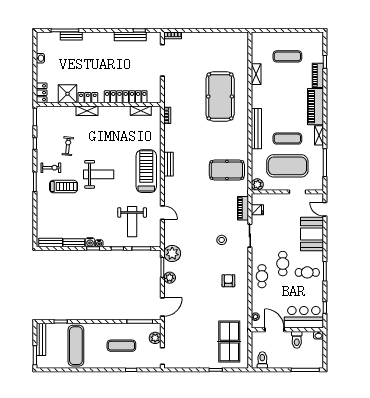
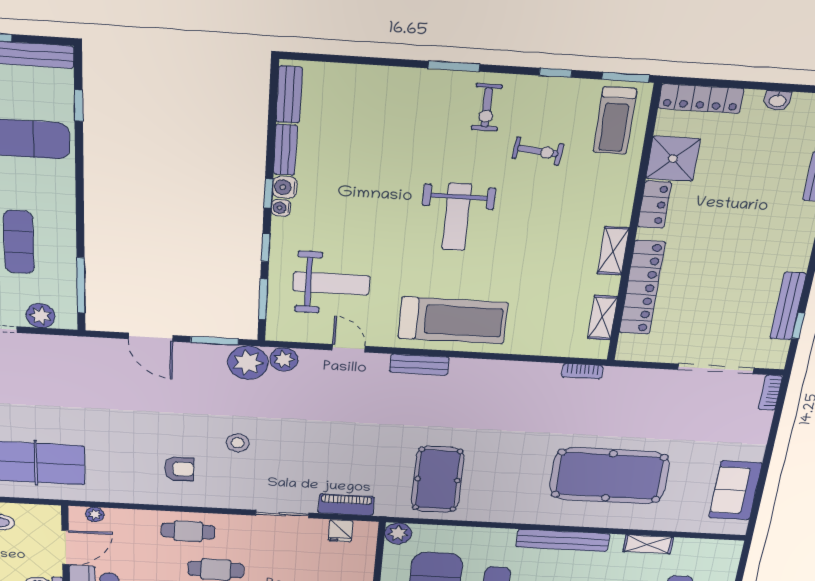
sofa: (224, 41) -> (735, 490), added
locker: (42, 93) -> (701, 99), width x1.53
shelving: (87, 111) -> (613, 251), moved
bench: (256, 129) -> (563, 540), moved
bench: (169, 164) -> (419, 365), moved
treadmill: (63, 187) -> (615, 121), moved
door: (162, 213) -> (349, 348), swing flipped
weight bench: (132, 222) -> (331, 283), turned 180
stool: (222, 240) -> (238, 443), moved
plant: (170, 278) -> (284, 359), moved
door: (162, 307) -> (151, 337), moved

